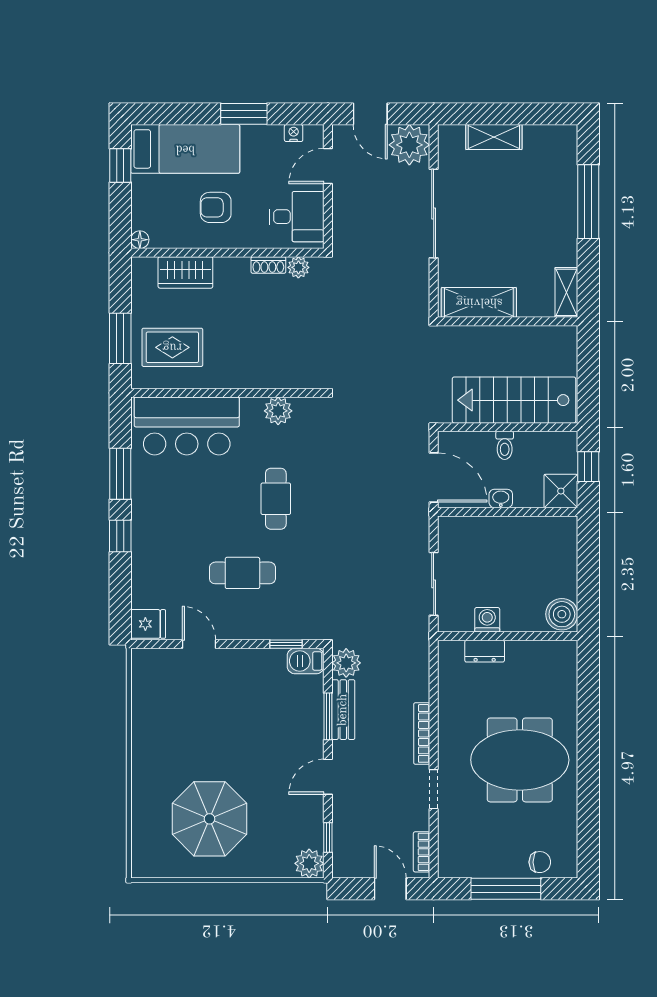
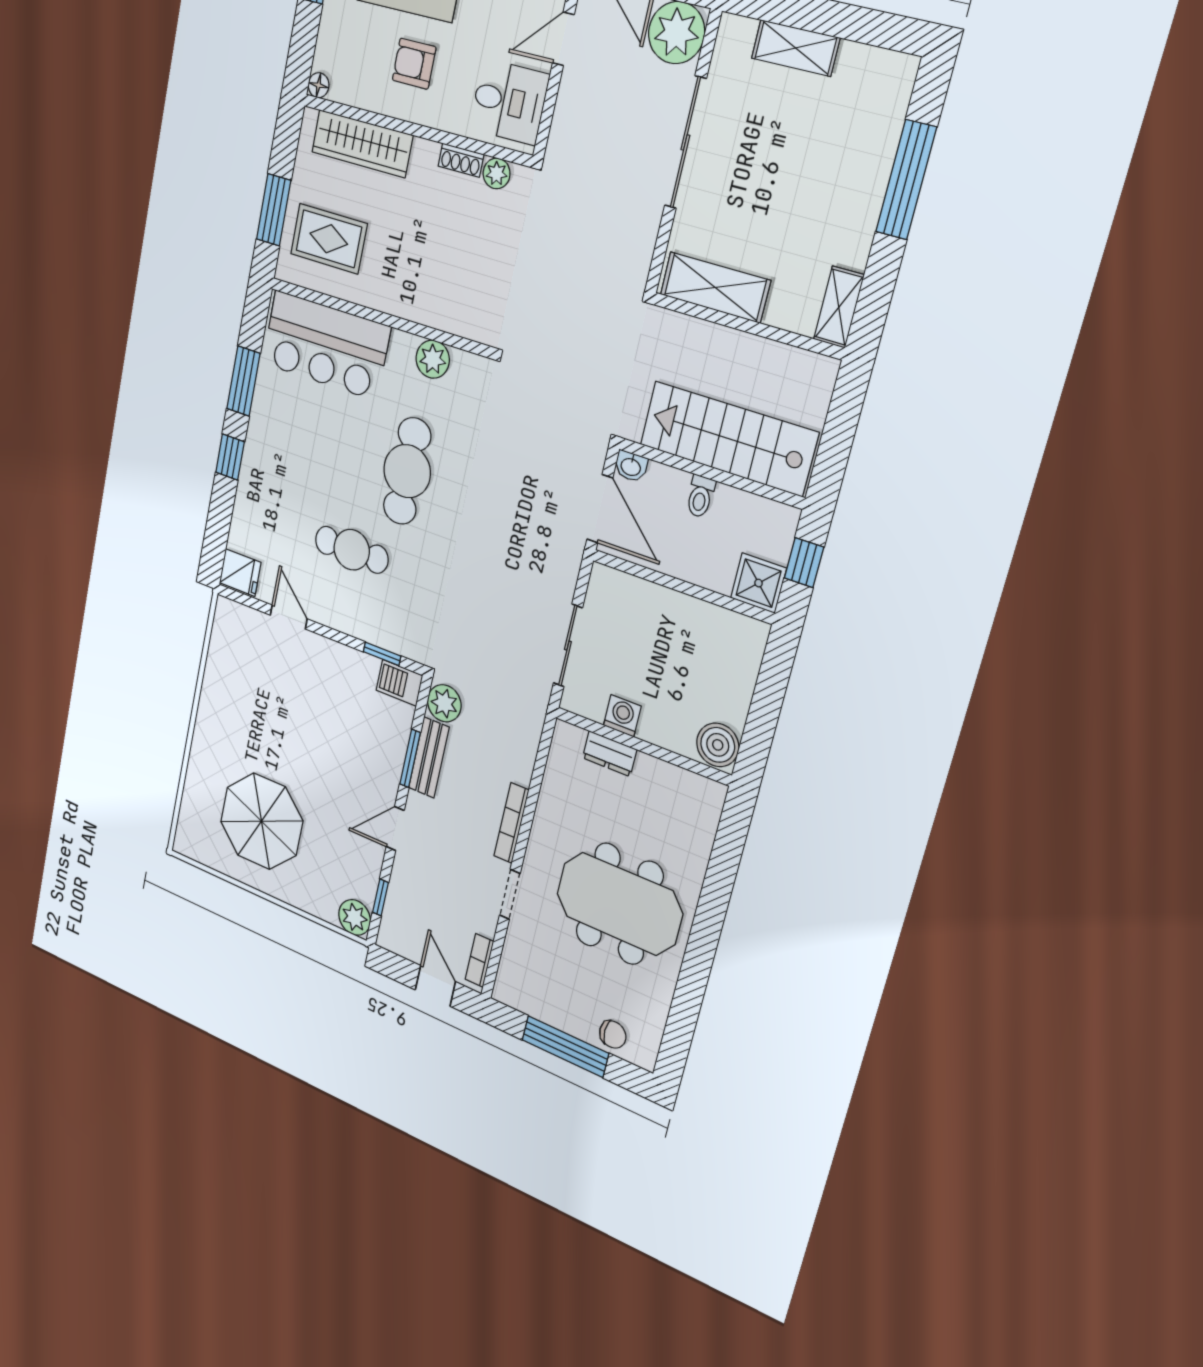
wardrobe: (185, 272) -> (362, 144), width x1.50
washbasin: (501, 498) -> (631, 466), moved, turned 180
cafe table: (276, 499) -> (407, 471), width x1.37, depth x1.35

